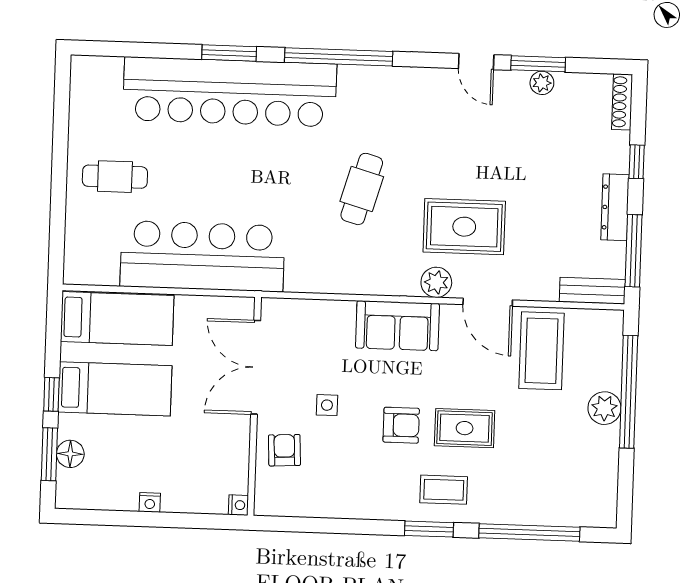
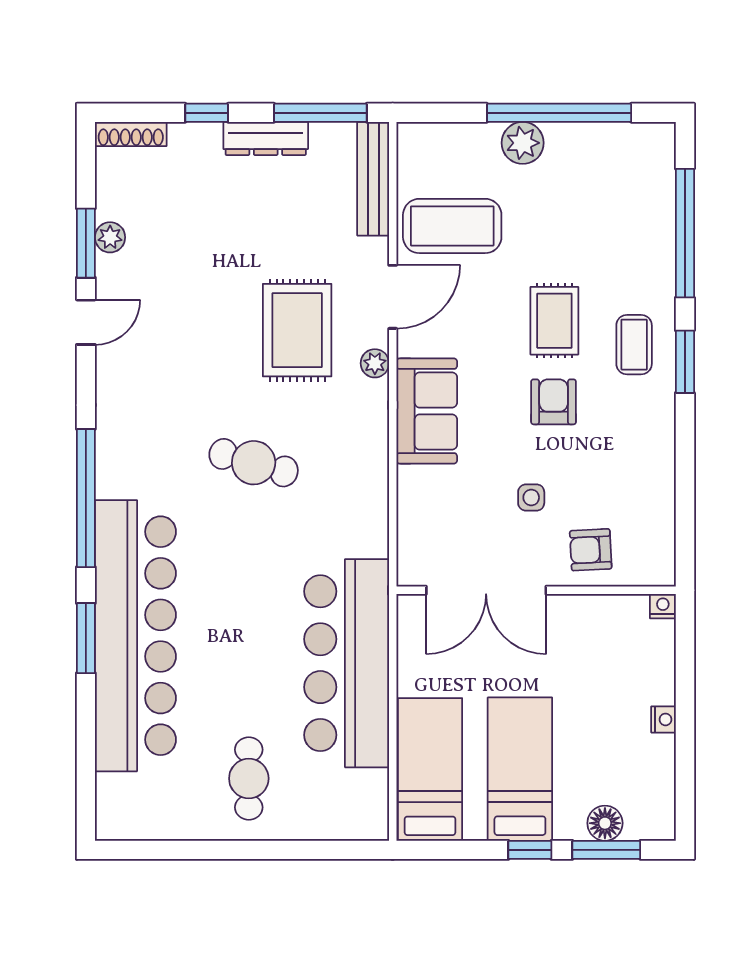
plant: (436, 282) -> (375, 363), width x0.73, depth x0.73
bench: (592, 291) -> (373, 179), width x1.36
window: (629, 392) -> (559, 113), moved

